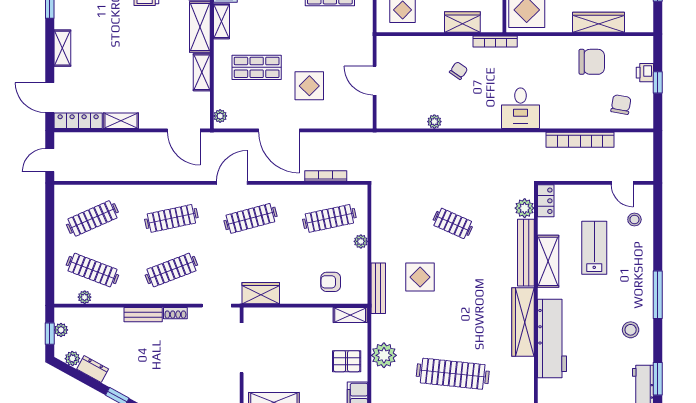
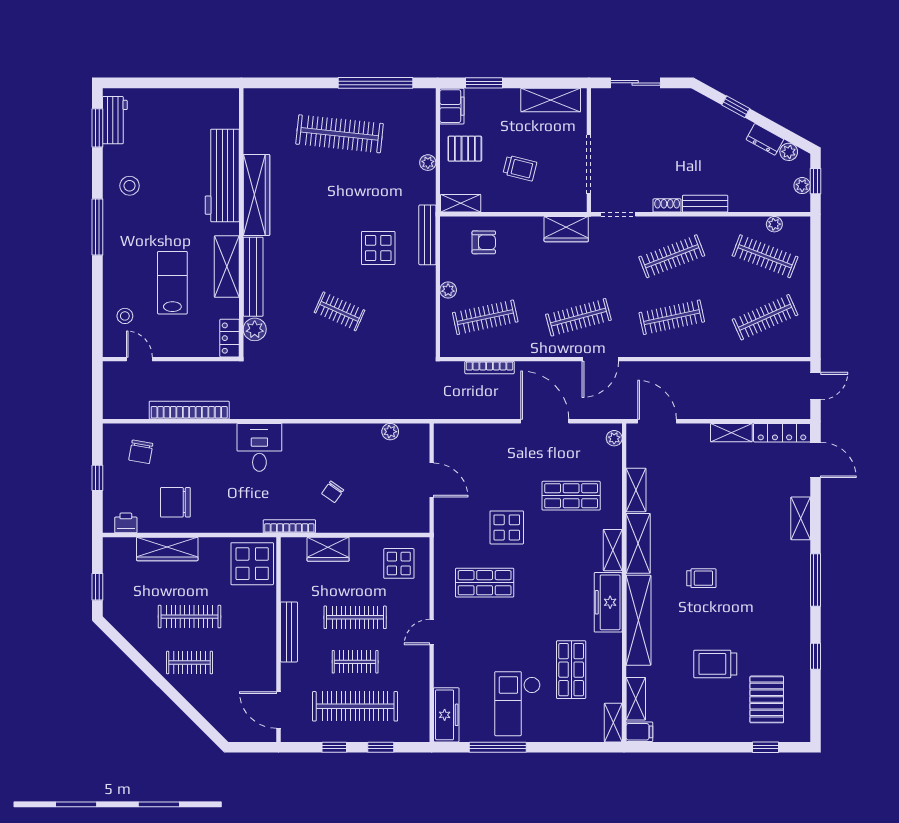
printer: (645, 73) -> (126, 523), moved, turned -90
display table: (309, 86) -> (507, 527), moved
plant: (434, 122) -> (390, 432), moved
lab bench: (594, 248) -> (172, 283), turned 180
trolley: (300, 345) -> (520, 168), added
plant: (384, 355) -> (428, 163), width x0.53, depth x0.53

